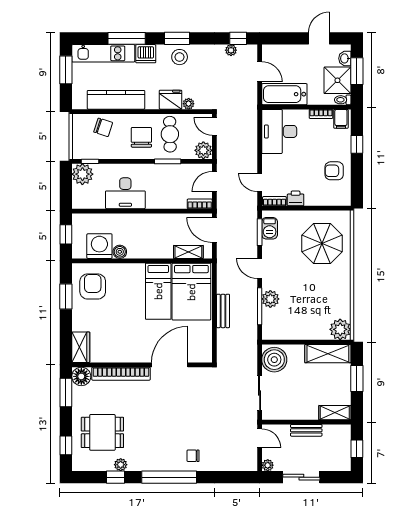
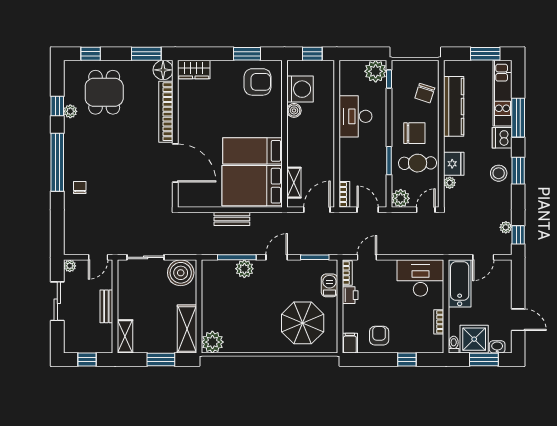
filing cabinet: (341, 119) -> (350, 343), moved, turned 90
barbecue: (270, 228) -> (329, 285), moved, turned 90

